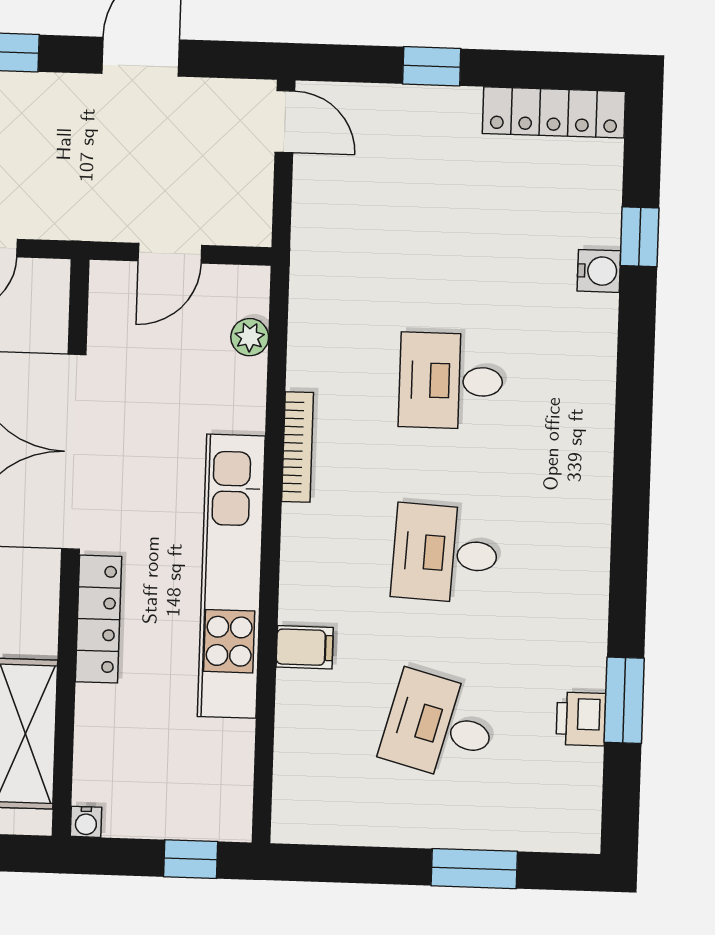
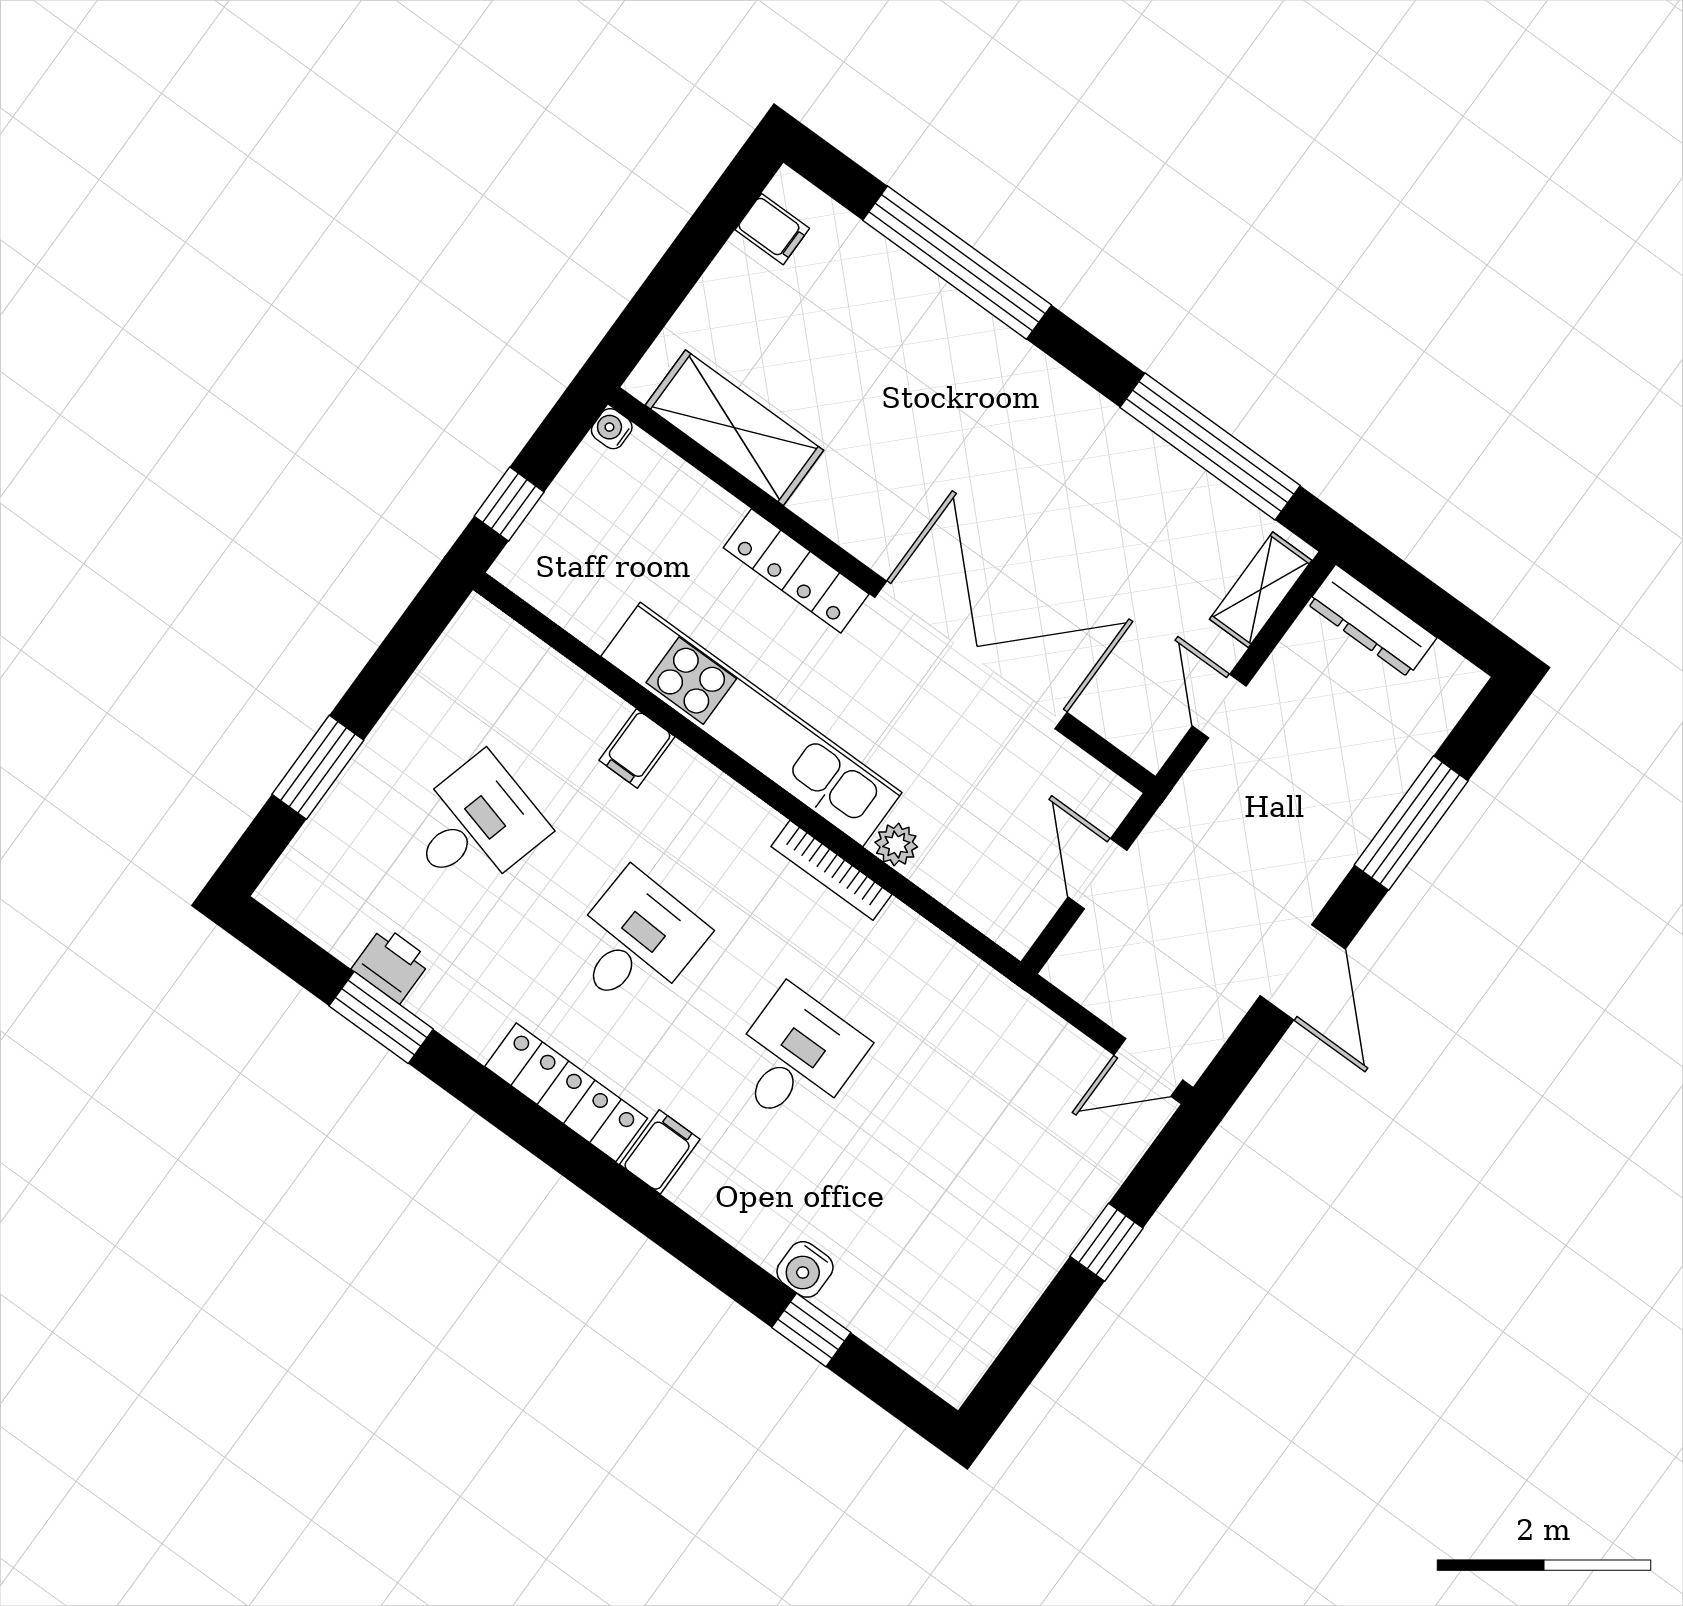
locker: (554, 112) -> (566, 1092), moved, turned 90
plant: (250, 337) -> (896, 845), moved
filing cabinet: (585, 433) -> (660, 1152), added

